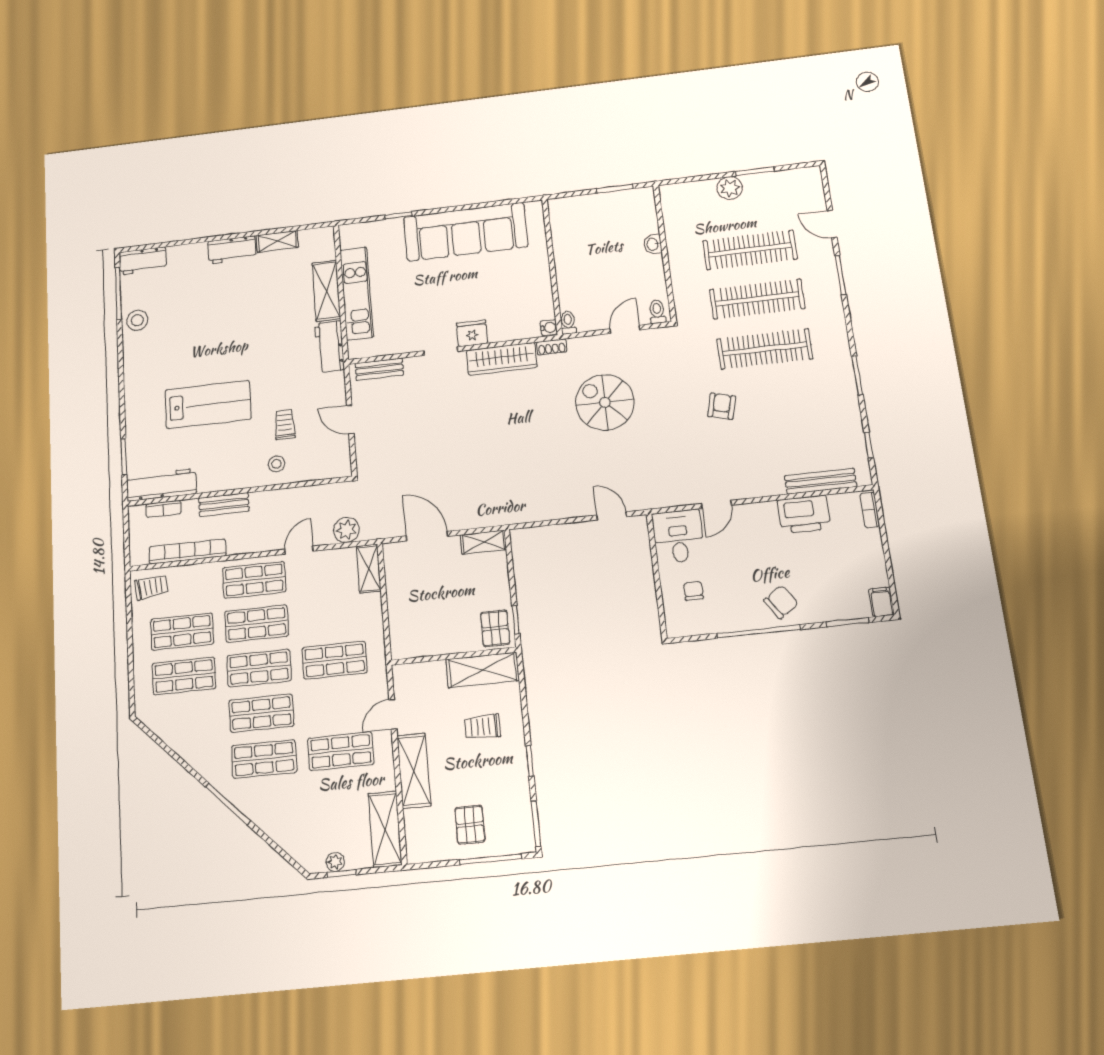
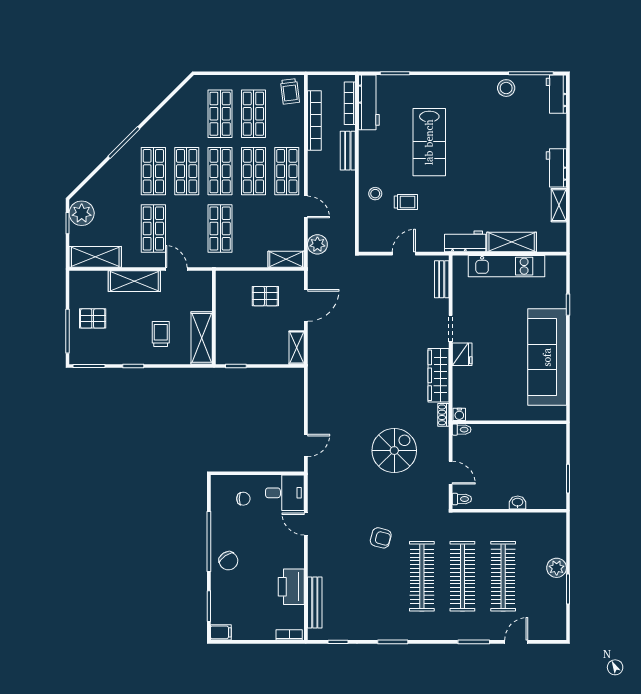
bookcase: (163, 509) -> (350, 103), width x1.56
pallet: (495, 628) -> (265, 296), moved
plant: (335, 862) -> (82, 213), width x1.88, depth x1.88

